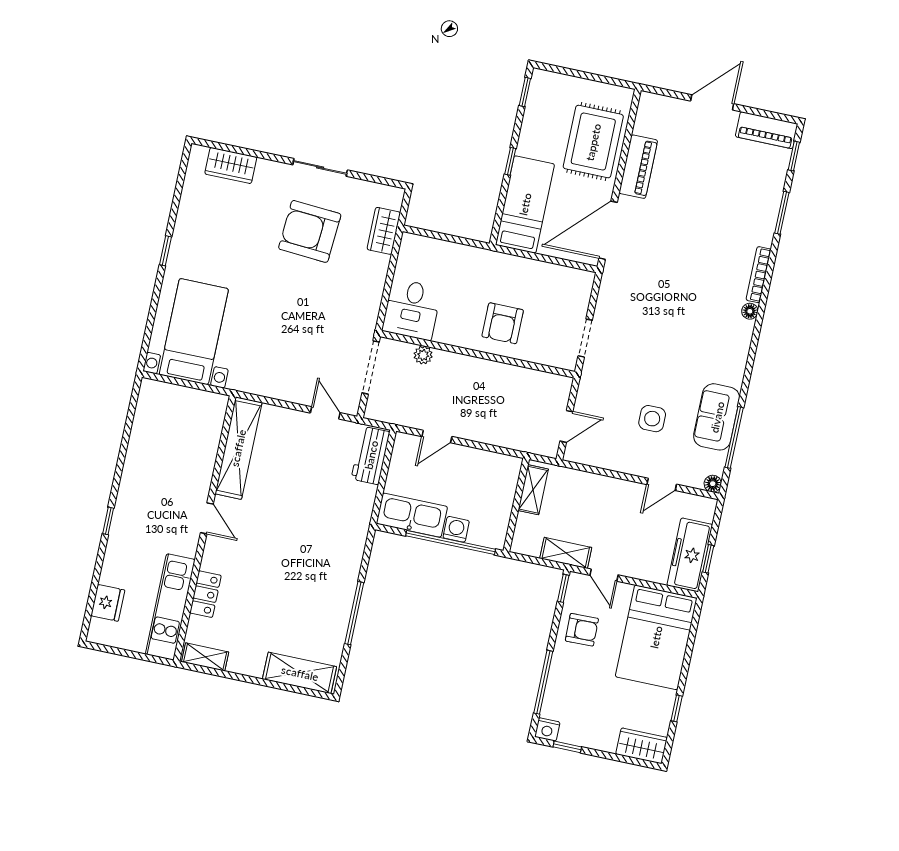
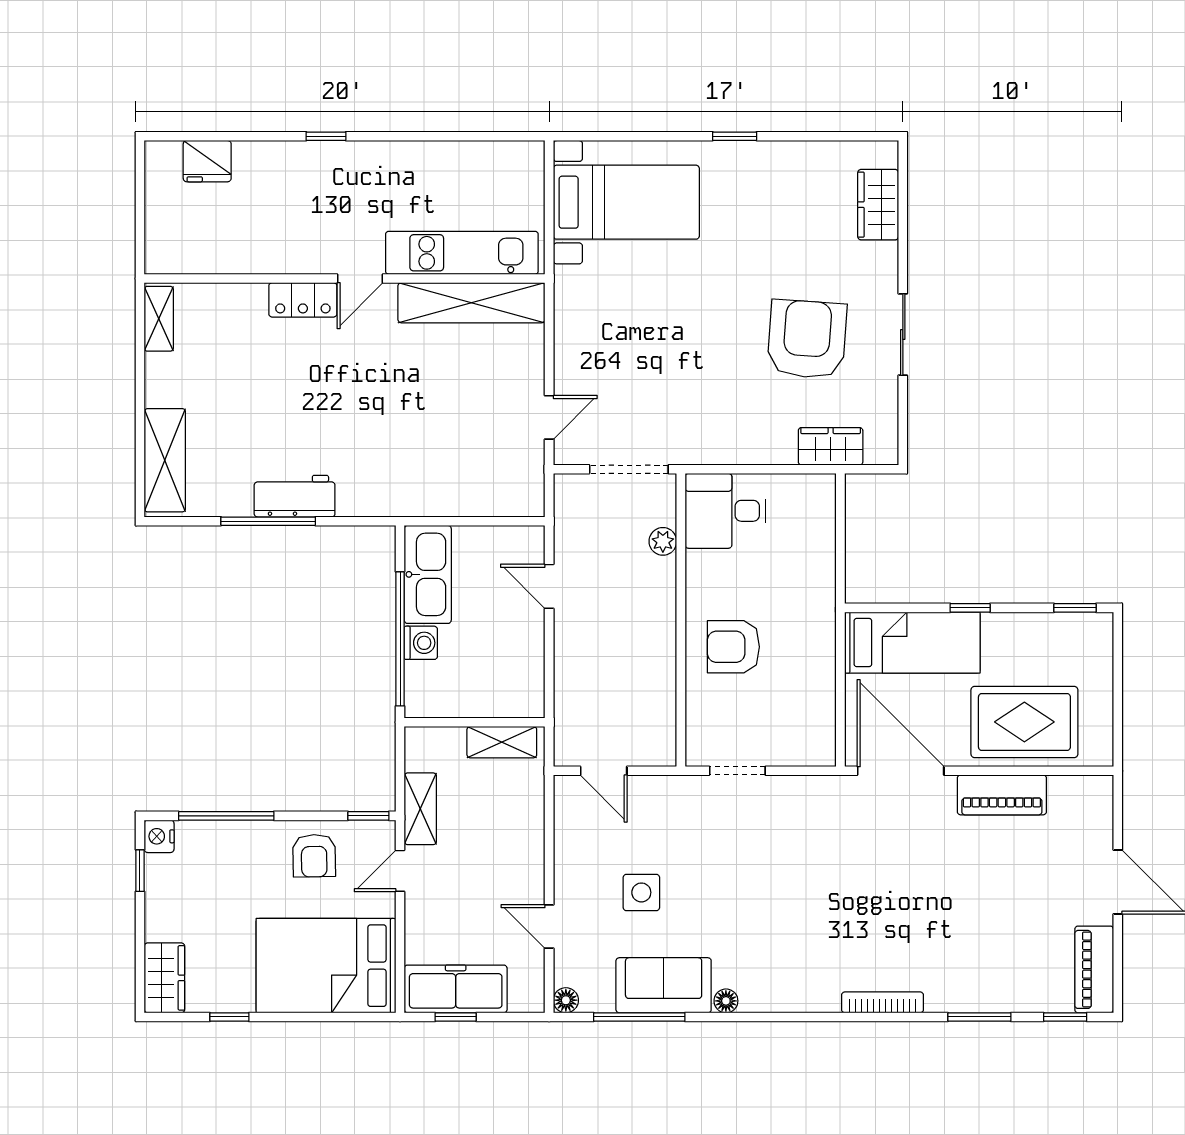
floor lamp: (750, 311) -> (726, 1001), moved
workbench: (371, 455) -> (295, 496), moved
locker: (205, 594) -> (303, 300), moved
kitchen unit: (170, 607) -> (462, 253), moved

